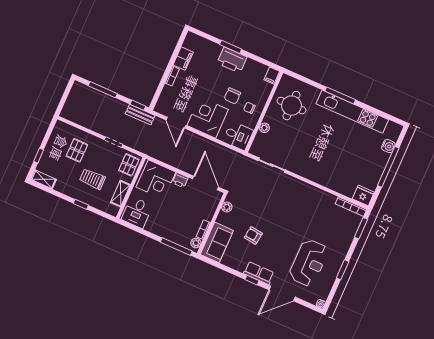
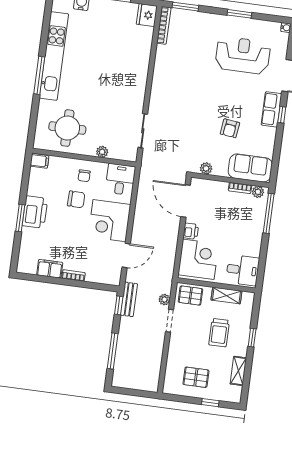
plant: (132, 143) -> (164, 300), added
pallet: (77, 150) -> (196, 377), moved
shelving: (44, 179) -> (238, 371), moved
door: (206, 183) -> (186, 201), hinge flipped

